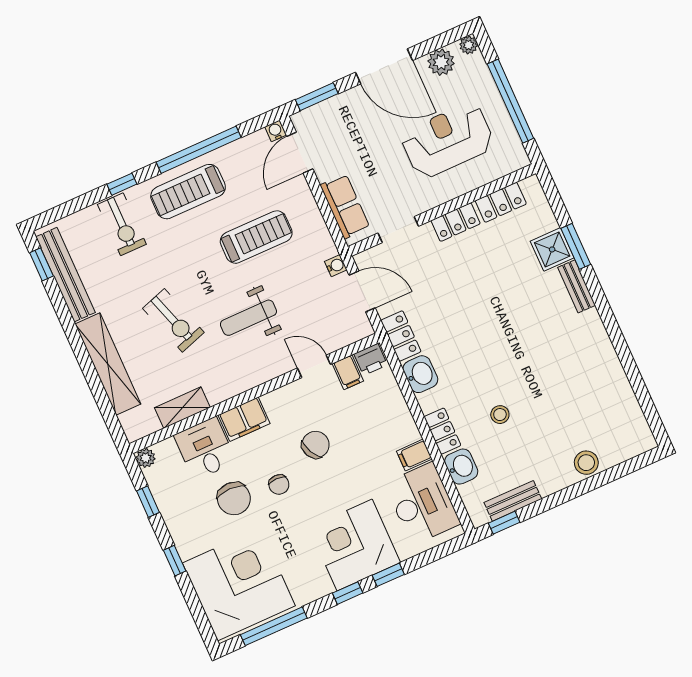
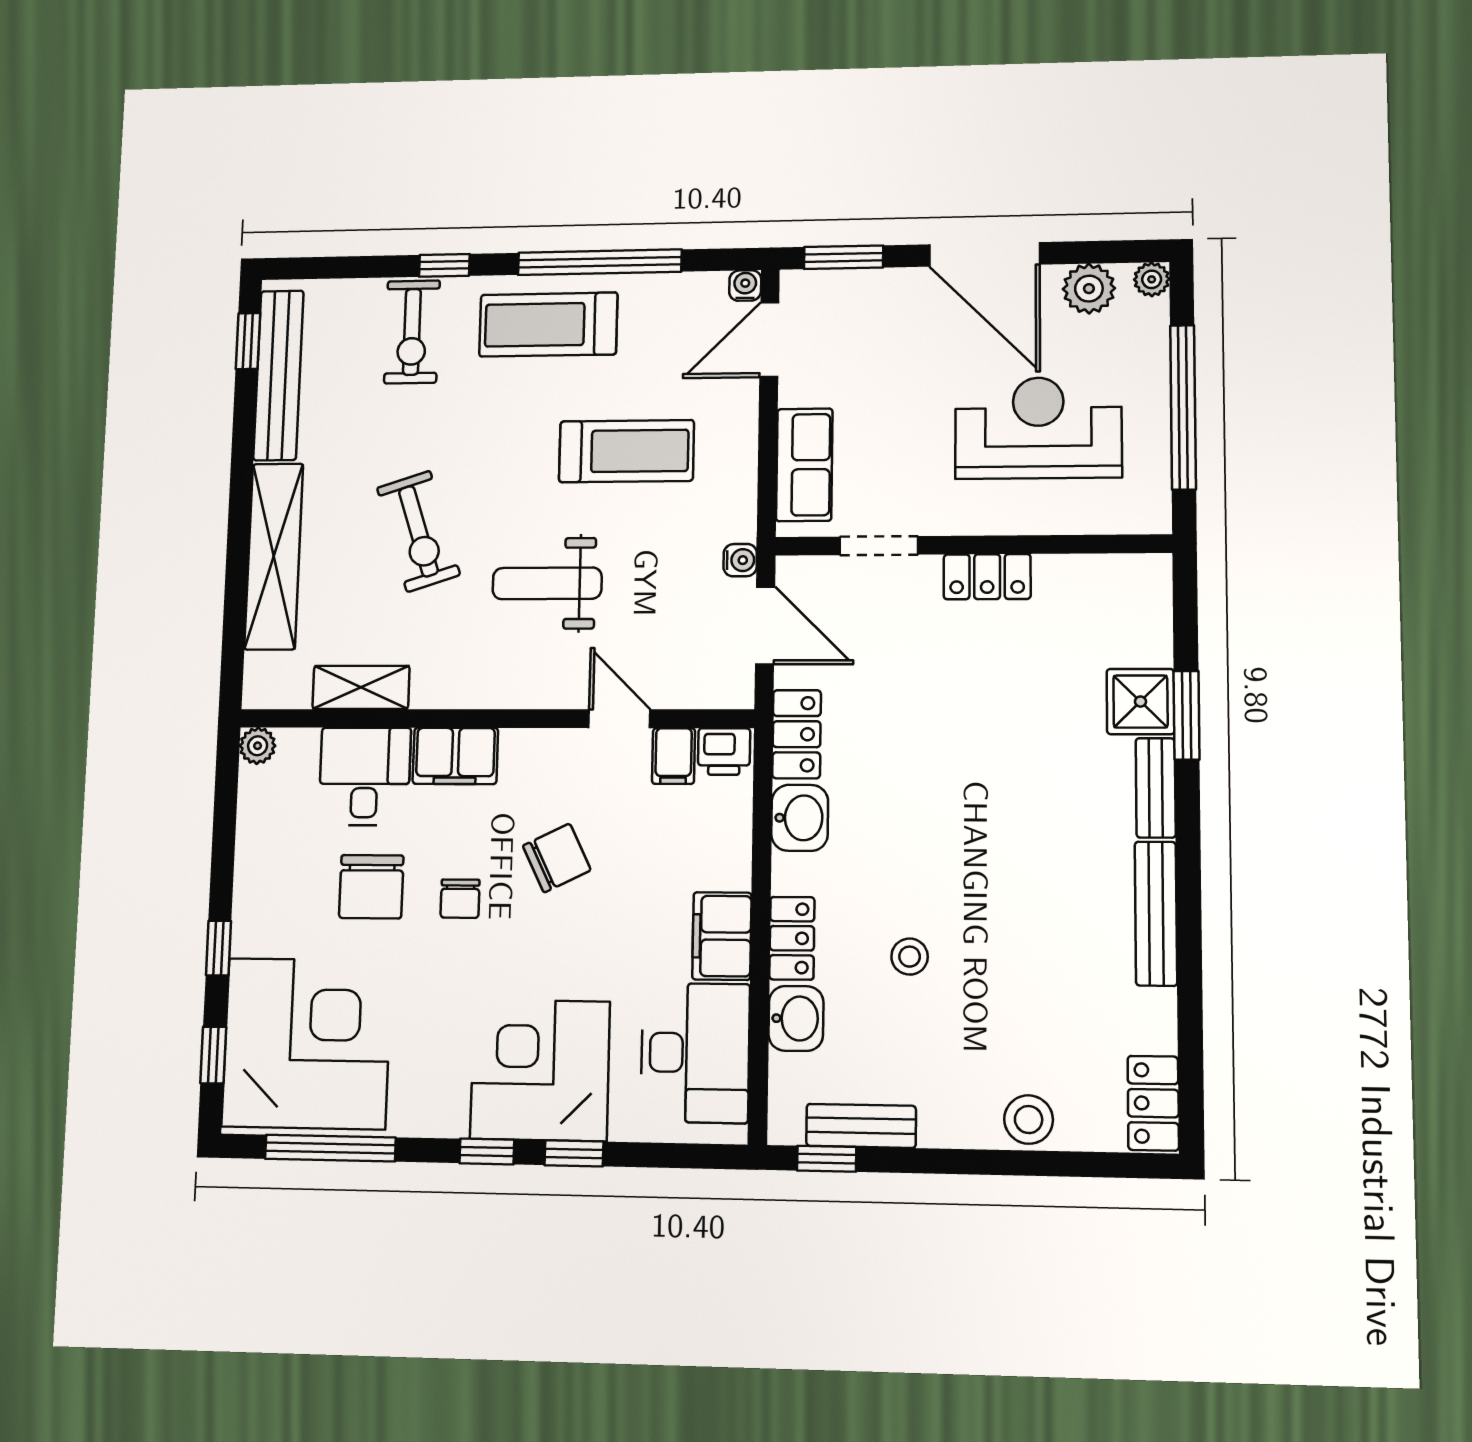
locker: (501, 202) -> (1153, 1103), moved, turned 90
bench: (602, 344) -> (1156, 913), added
filing cabinet: (414, 455) -> (722, 936), width x2.00
window: (148, 502) -> (213, 1055), moved

